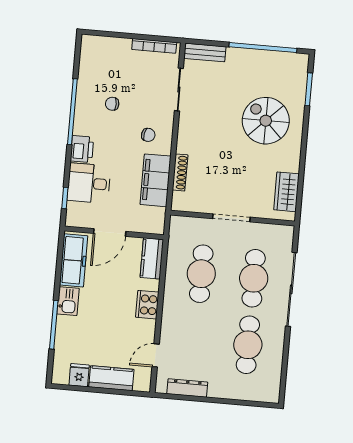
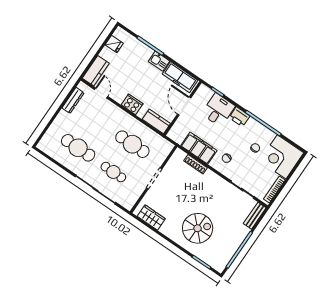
corner desk: (104, 61) -> (282, 157), added
cafe table: (254, 278) -> (113, 172), width x0.73, depth x0.74
kitchen counter: (111, 378) -> (96, 71), moved

